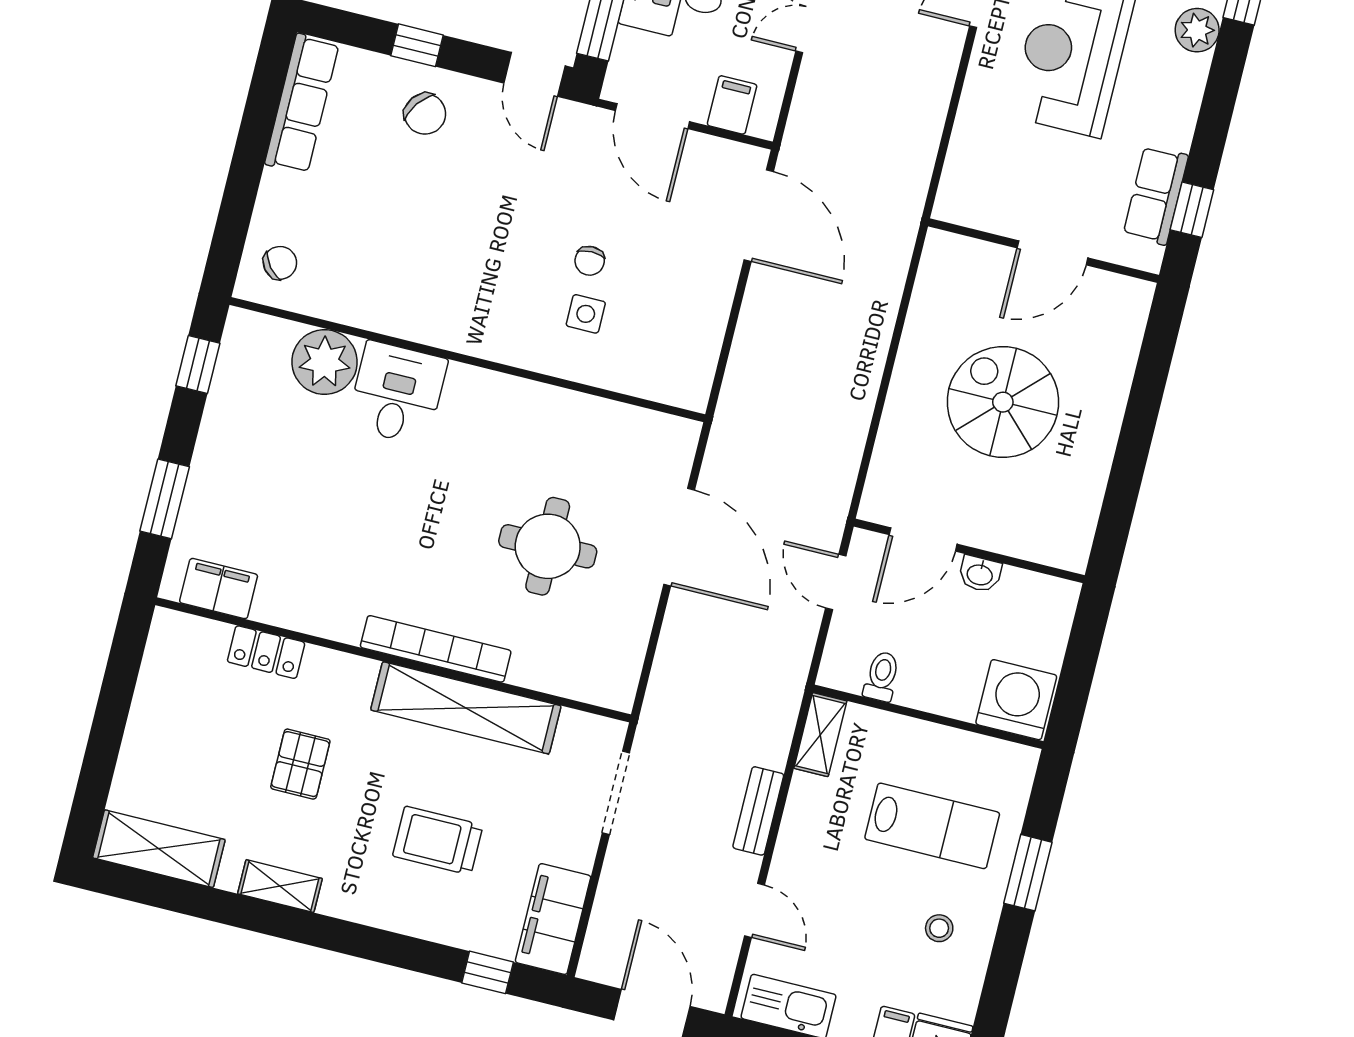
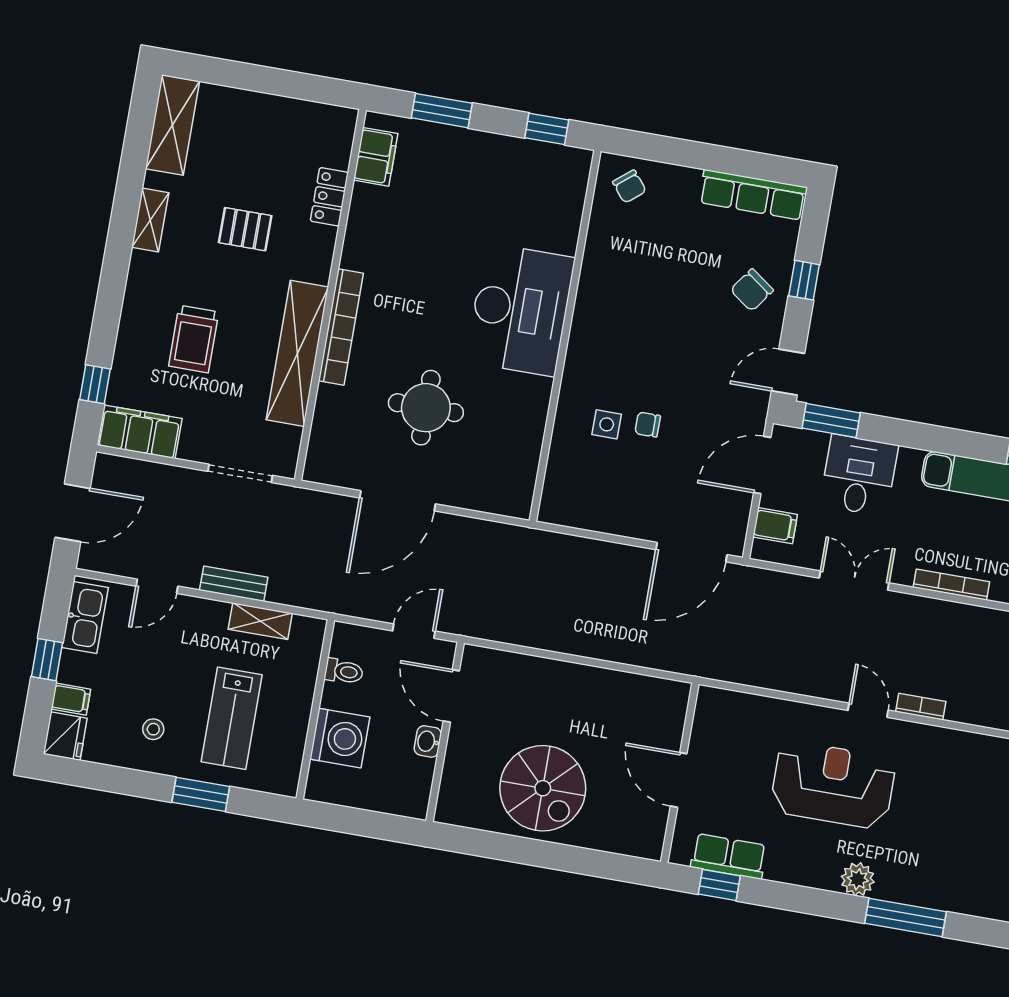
plant: (325, 362) -> (556, 226), removed
desk: (397, 393) -> (520, 310), width x1.87, depth x1.30
spiral stairs: (1003, 402) -> (543, 788), moved, turned 90
door: (679, 537) -> (398, 501), moved
washing machine: (1016, 700) -> (340, 738), moved
shelving: (820, 735) -> (260, 621), moved
trolley: (438, 841) -> (194, 339), turned 180

